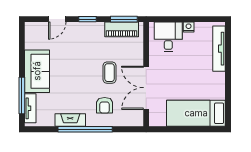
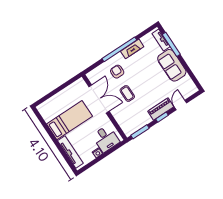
piano: (122, 29) -> (161, 109), moved
bed: (196, 113) -> (69, 120), moved

